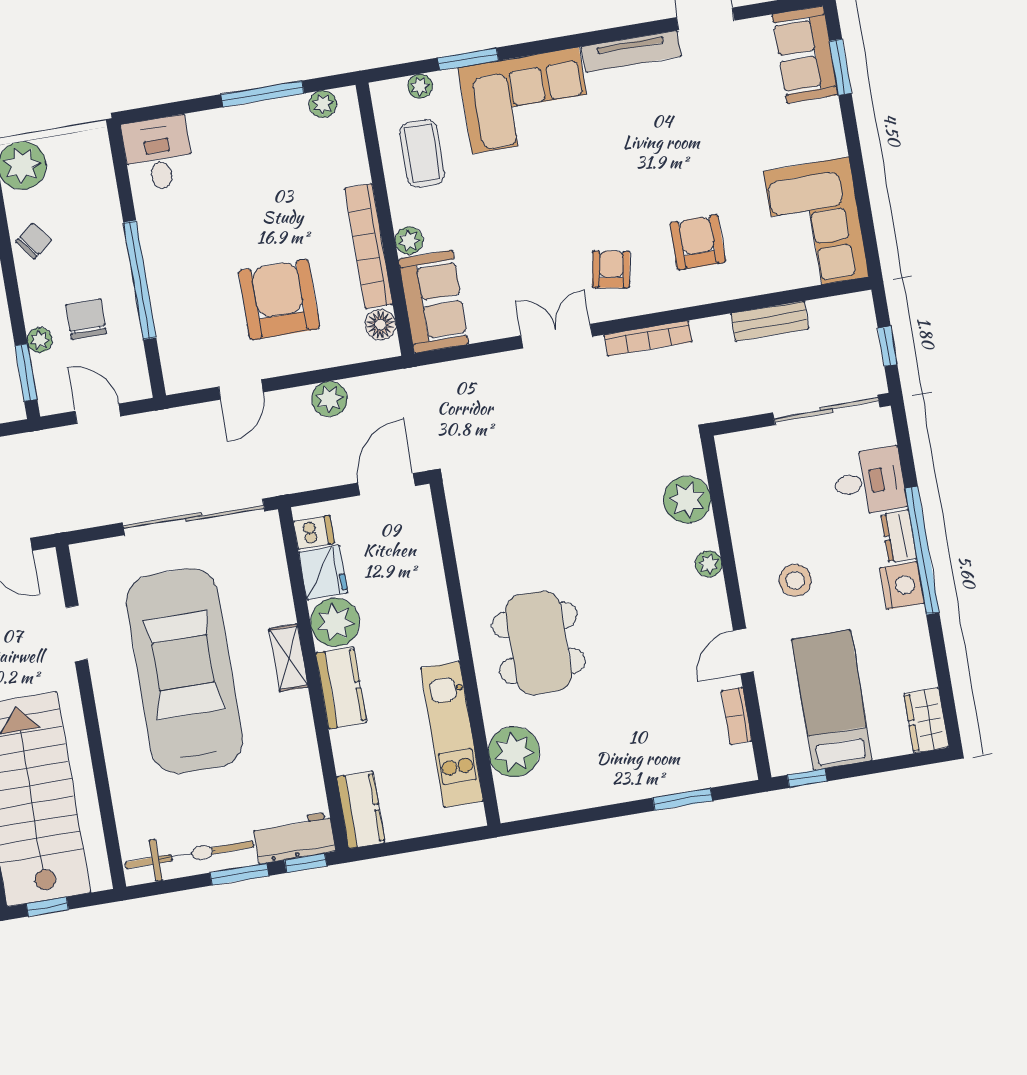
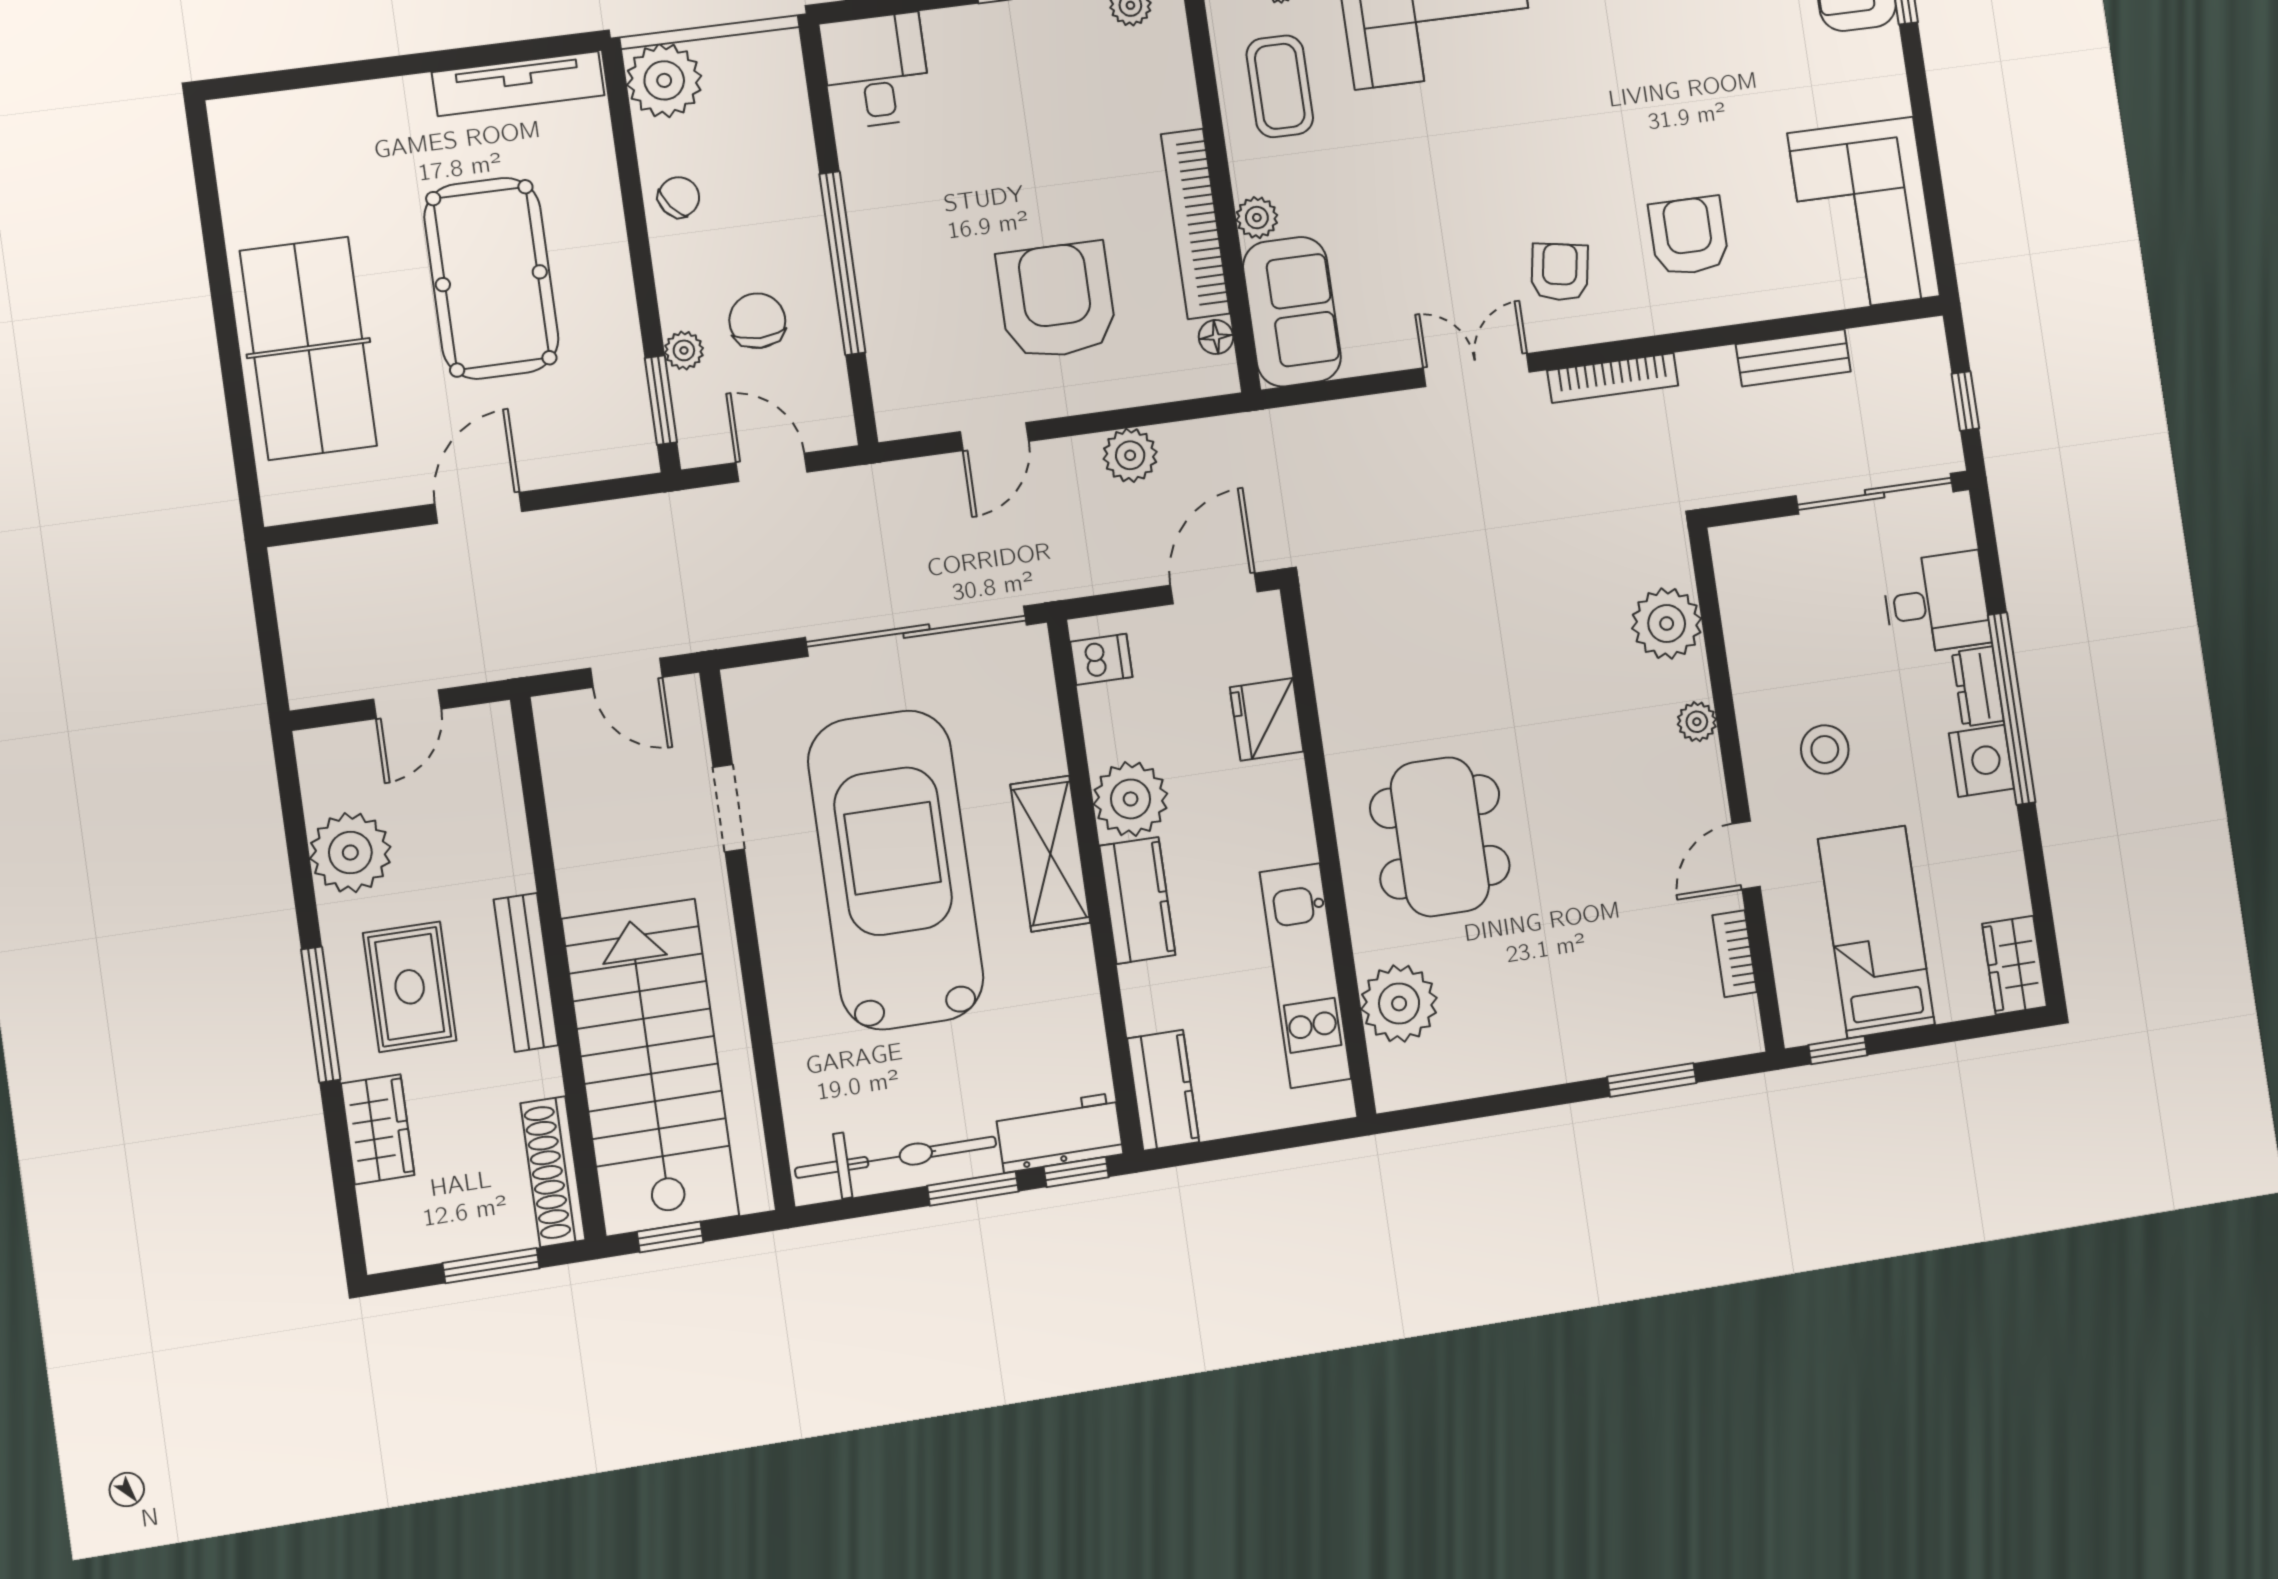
floor lamp: (380, 325) -> (1216, 337), width x0.73, depth x0.73
fridge: (323, 572) -> (1267, 719), moved, turned 180
shelving: (289, 658) -> (1050, 854), width x1.50, depth x1.33

